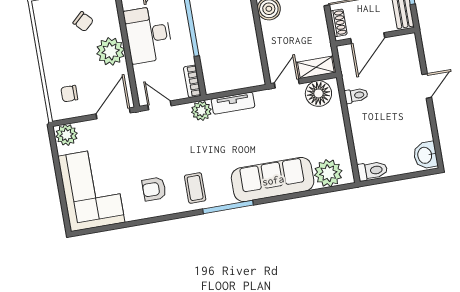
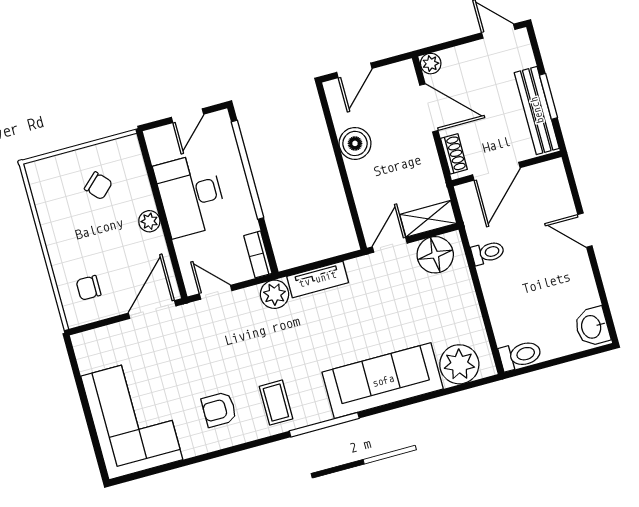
plant: (111, 51) -> (149, 221), width x0.53, depth x0.53
door: (427, 86) -> (585, 230), swing flipped
plant: (67, 135) -> (90, 346), removed

